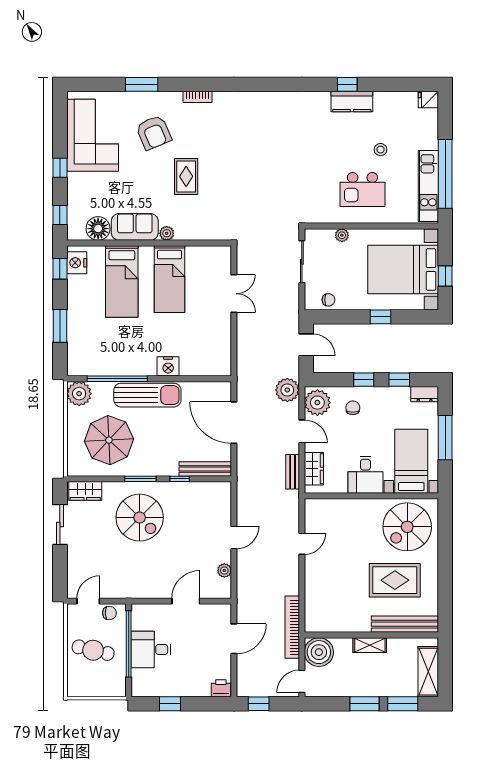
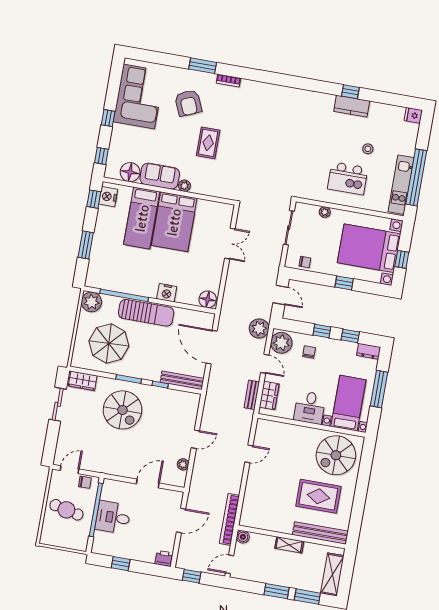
window: (142, 84) -> (203, 66), moved
bed: (170, 279) -> (174, 222), width x1.50
floor lamp: (219, 366) -> (208, 299), added
boiler: (319, 652) -> (243, 537), width x0.54, depth x0.54

